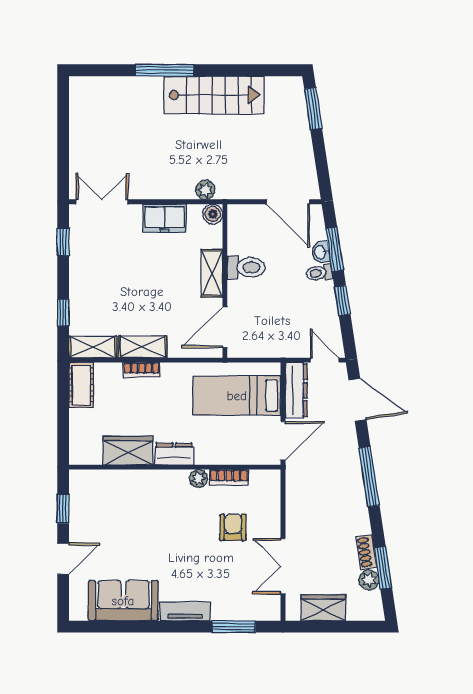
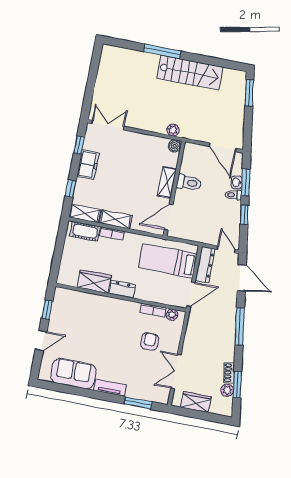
freezer: (165, 218) -> (88, 165), moved, turned -90
cot: (81, 385) -> (85, 231), moved, turned 90
plant: (198, 479) -> (172, 315), moved

